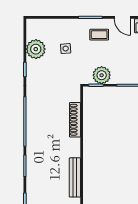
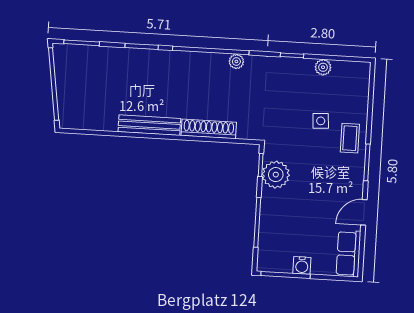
coffee table: (99, 35) -> (350, 138), moved
plant: (36, 49) -> (323, 67), width x0.53, depth x0.53
plant: (31, 105) -> (236, 62), added
bench: (75, 177) -> (149, 125), moved

